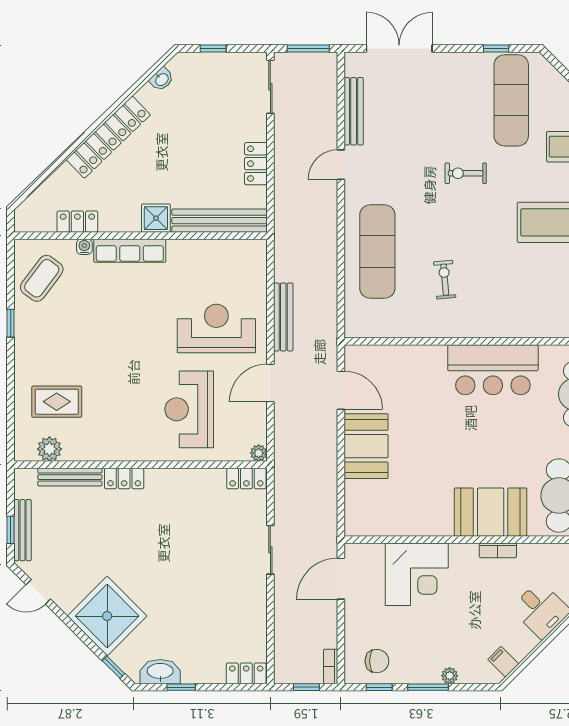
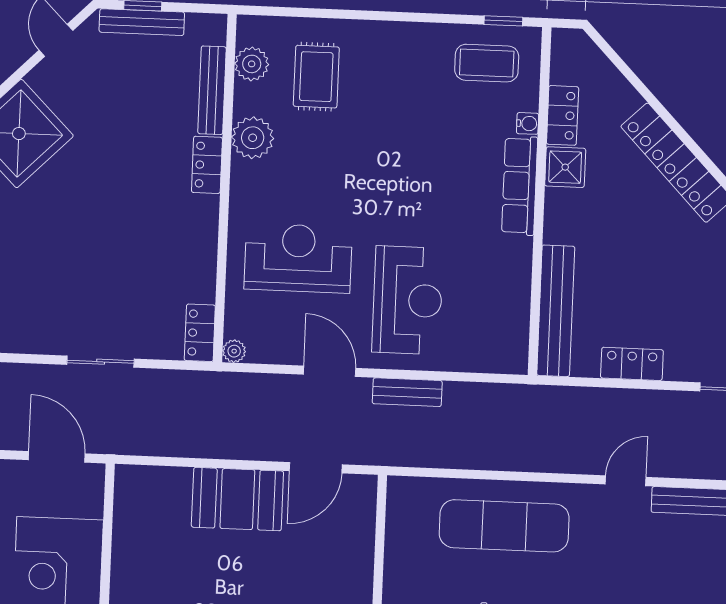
door: (341, 165) -> (626, 481), hinge flipped
shower: (156, 218) -> (565, 167), moved
coffee table: (42, 278) -> (487, 63), turned -37
bench: (283, 317) -> (407, 392), width x0.73
window: (11, 323) -> (503, 21), moved
plant: (103, 446) -> (253, 138), added

